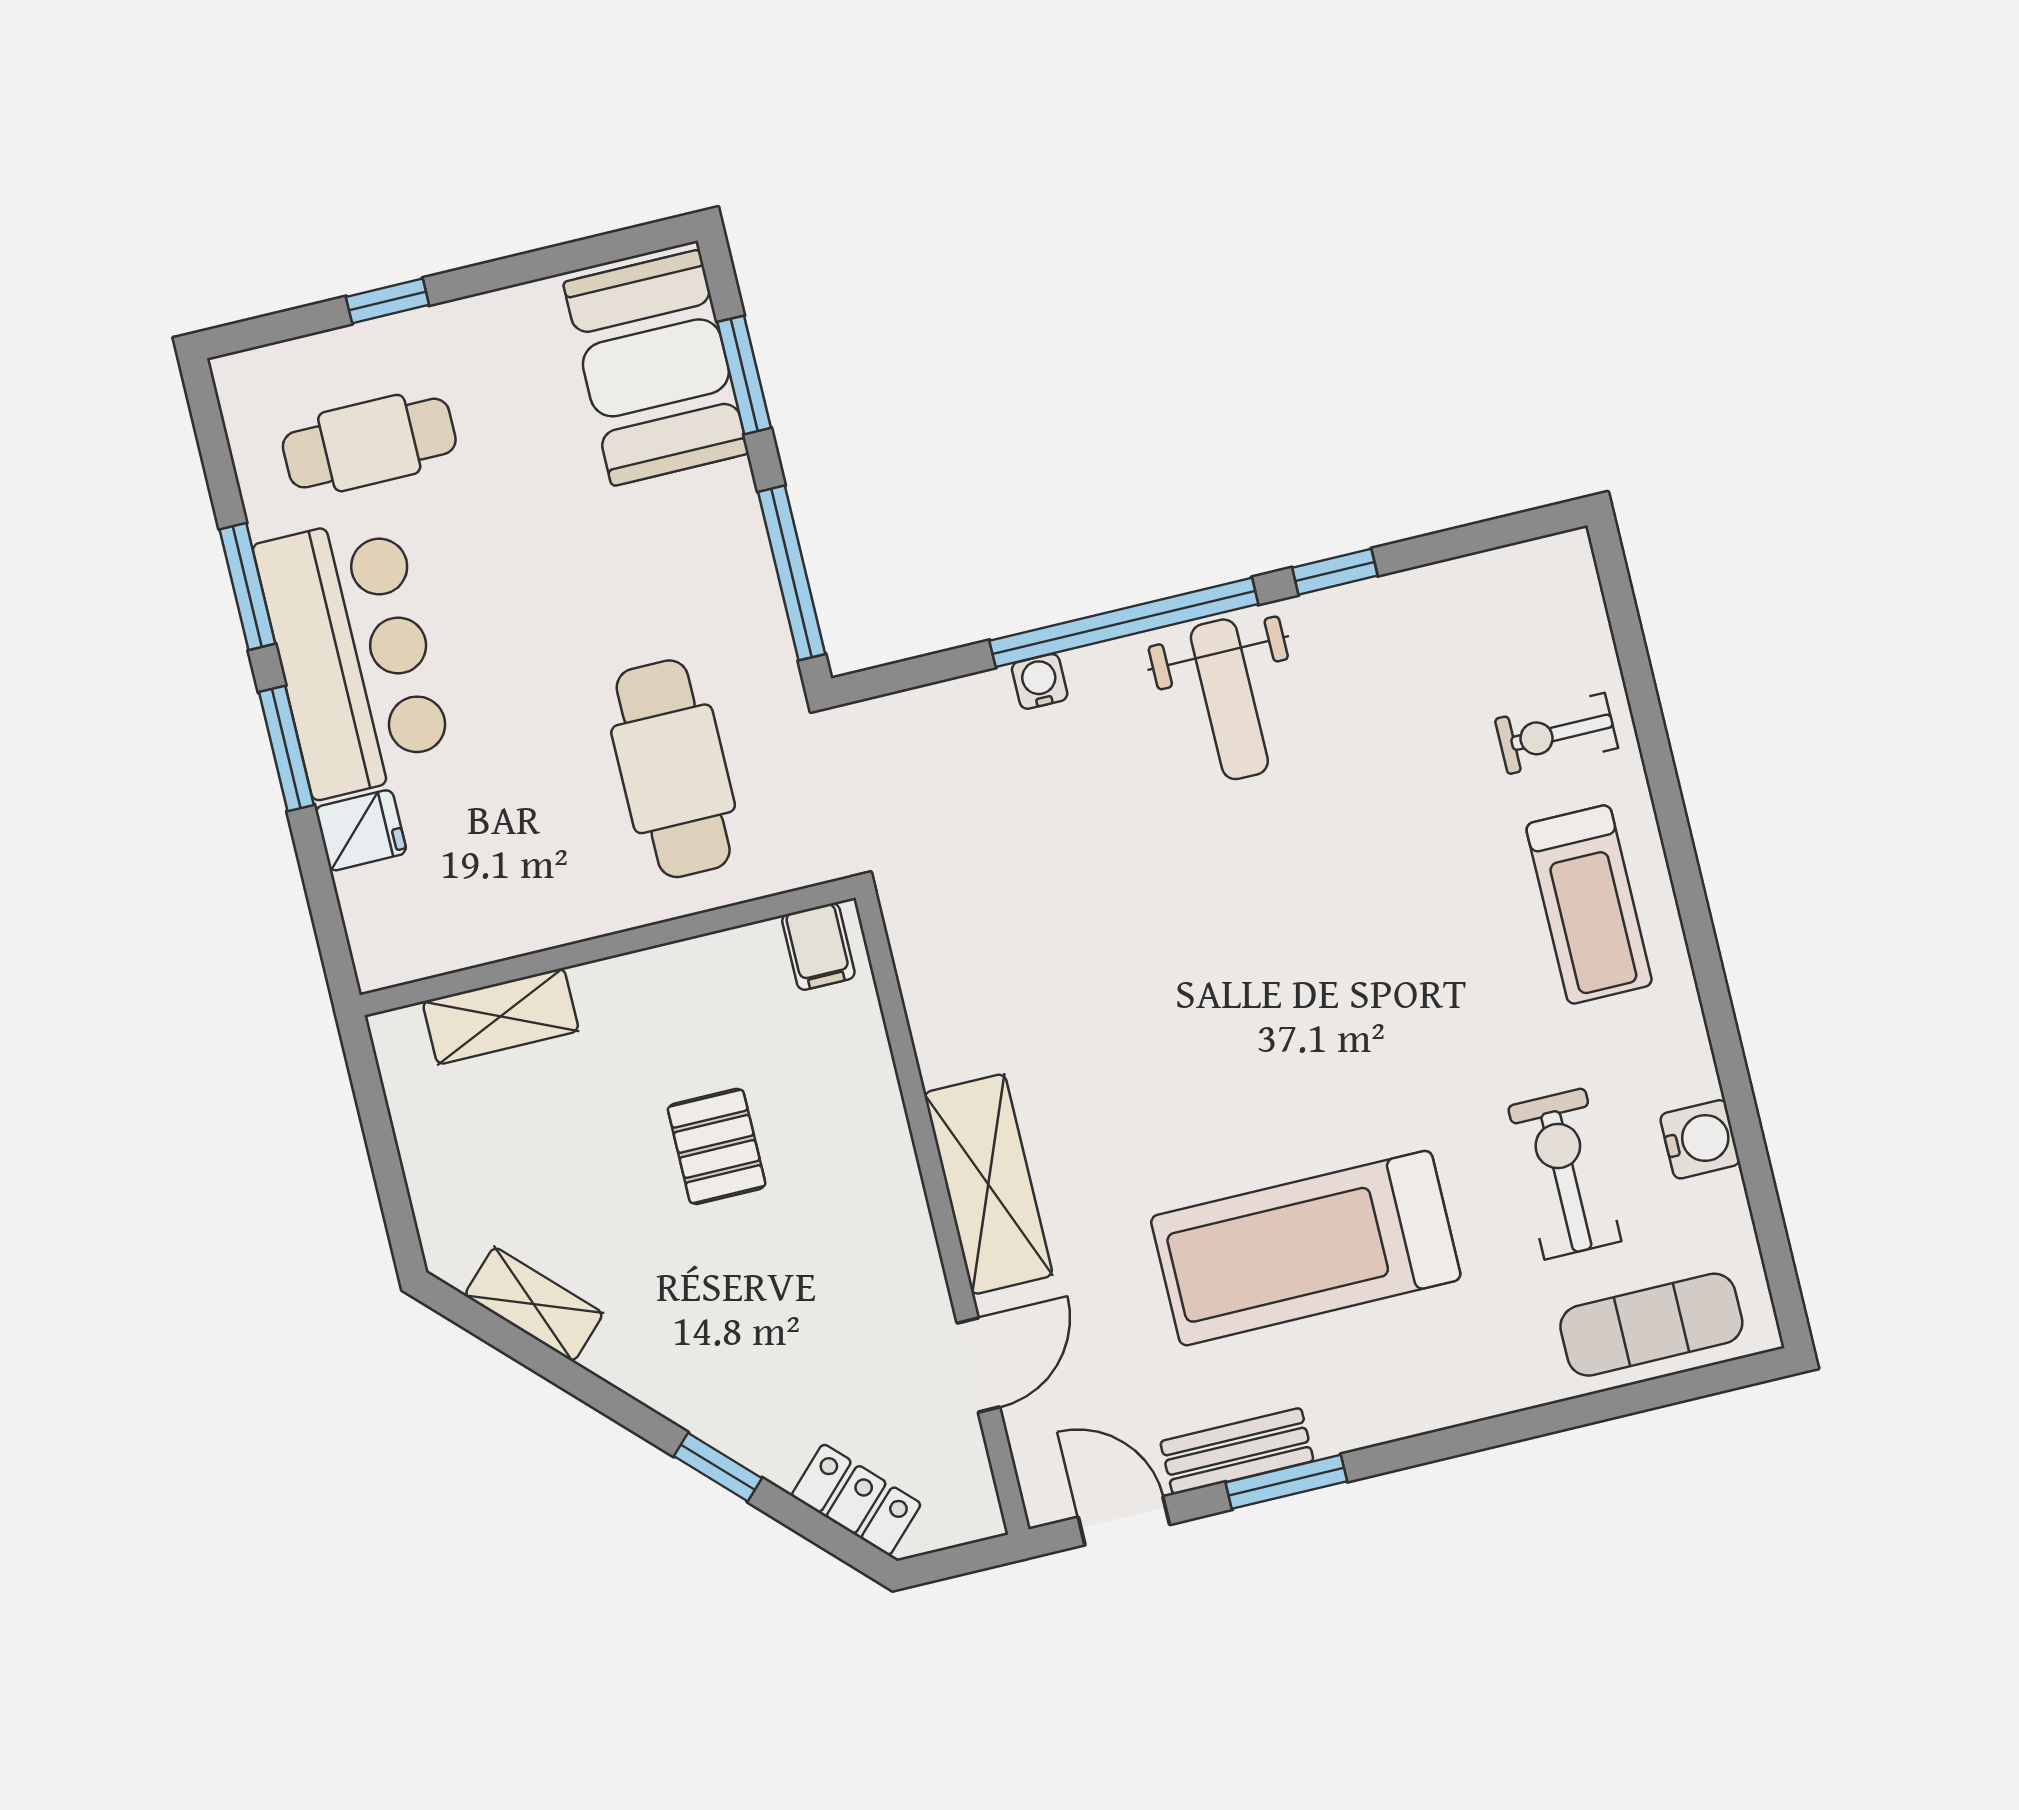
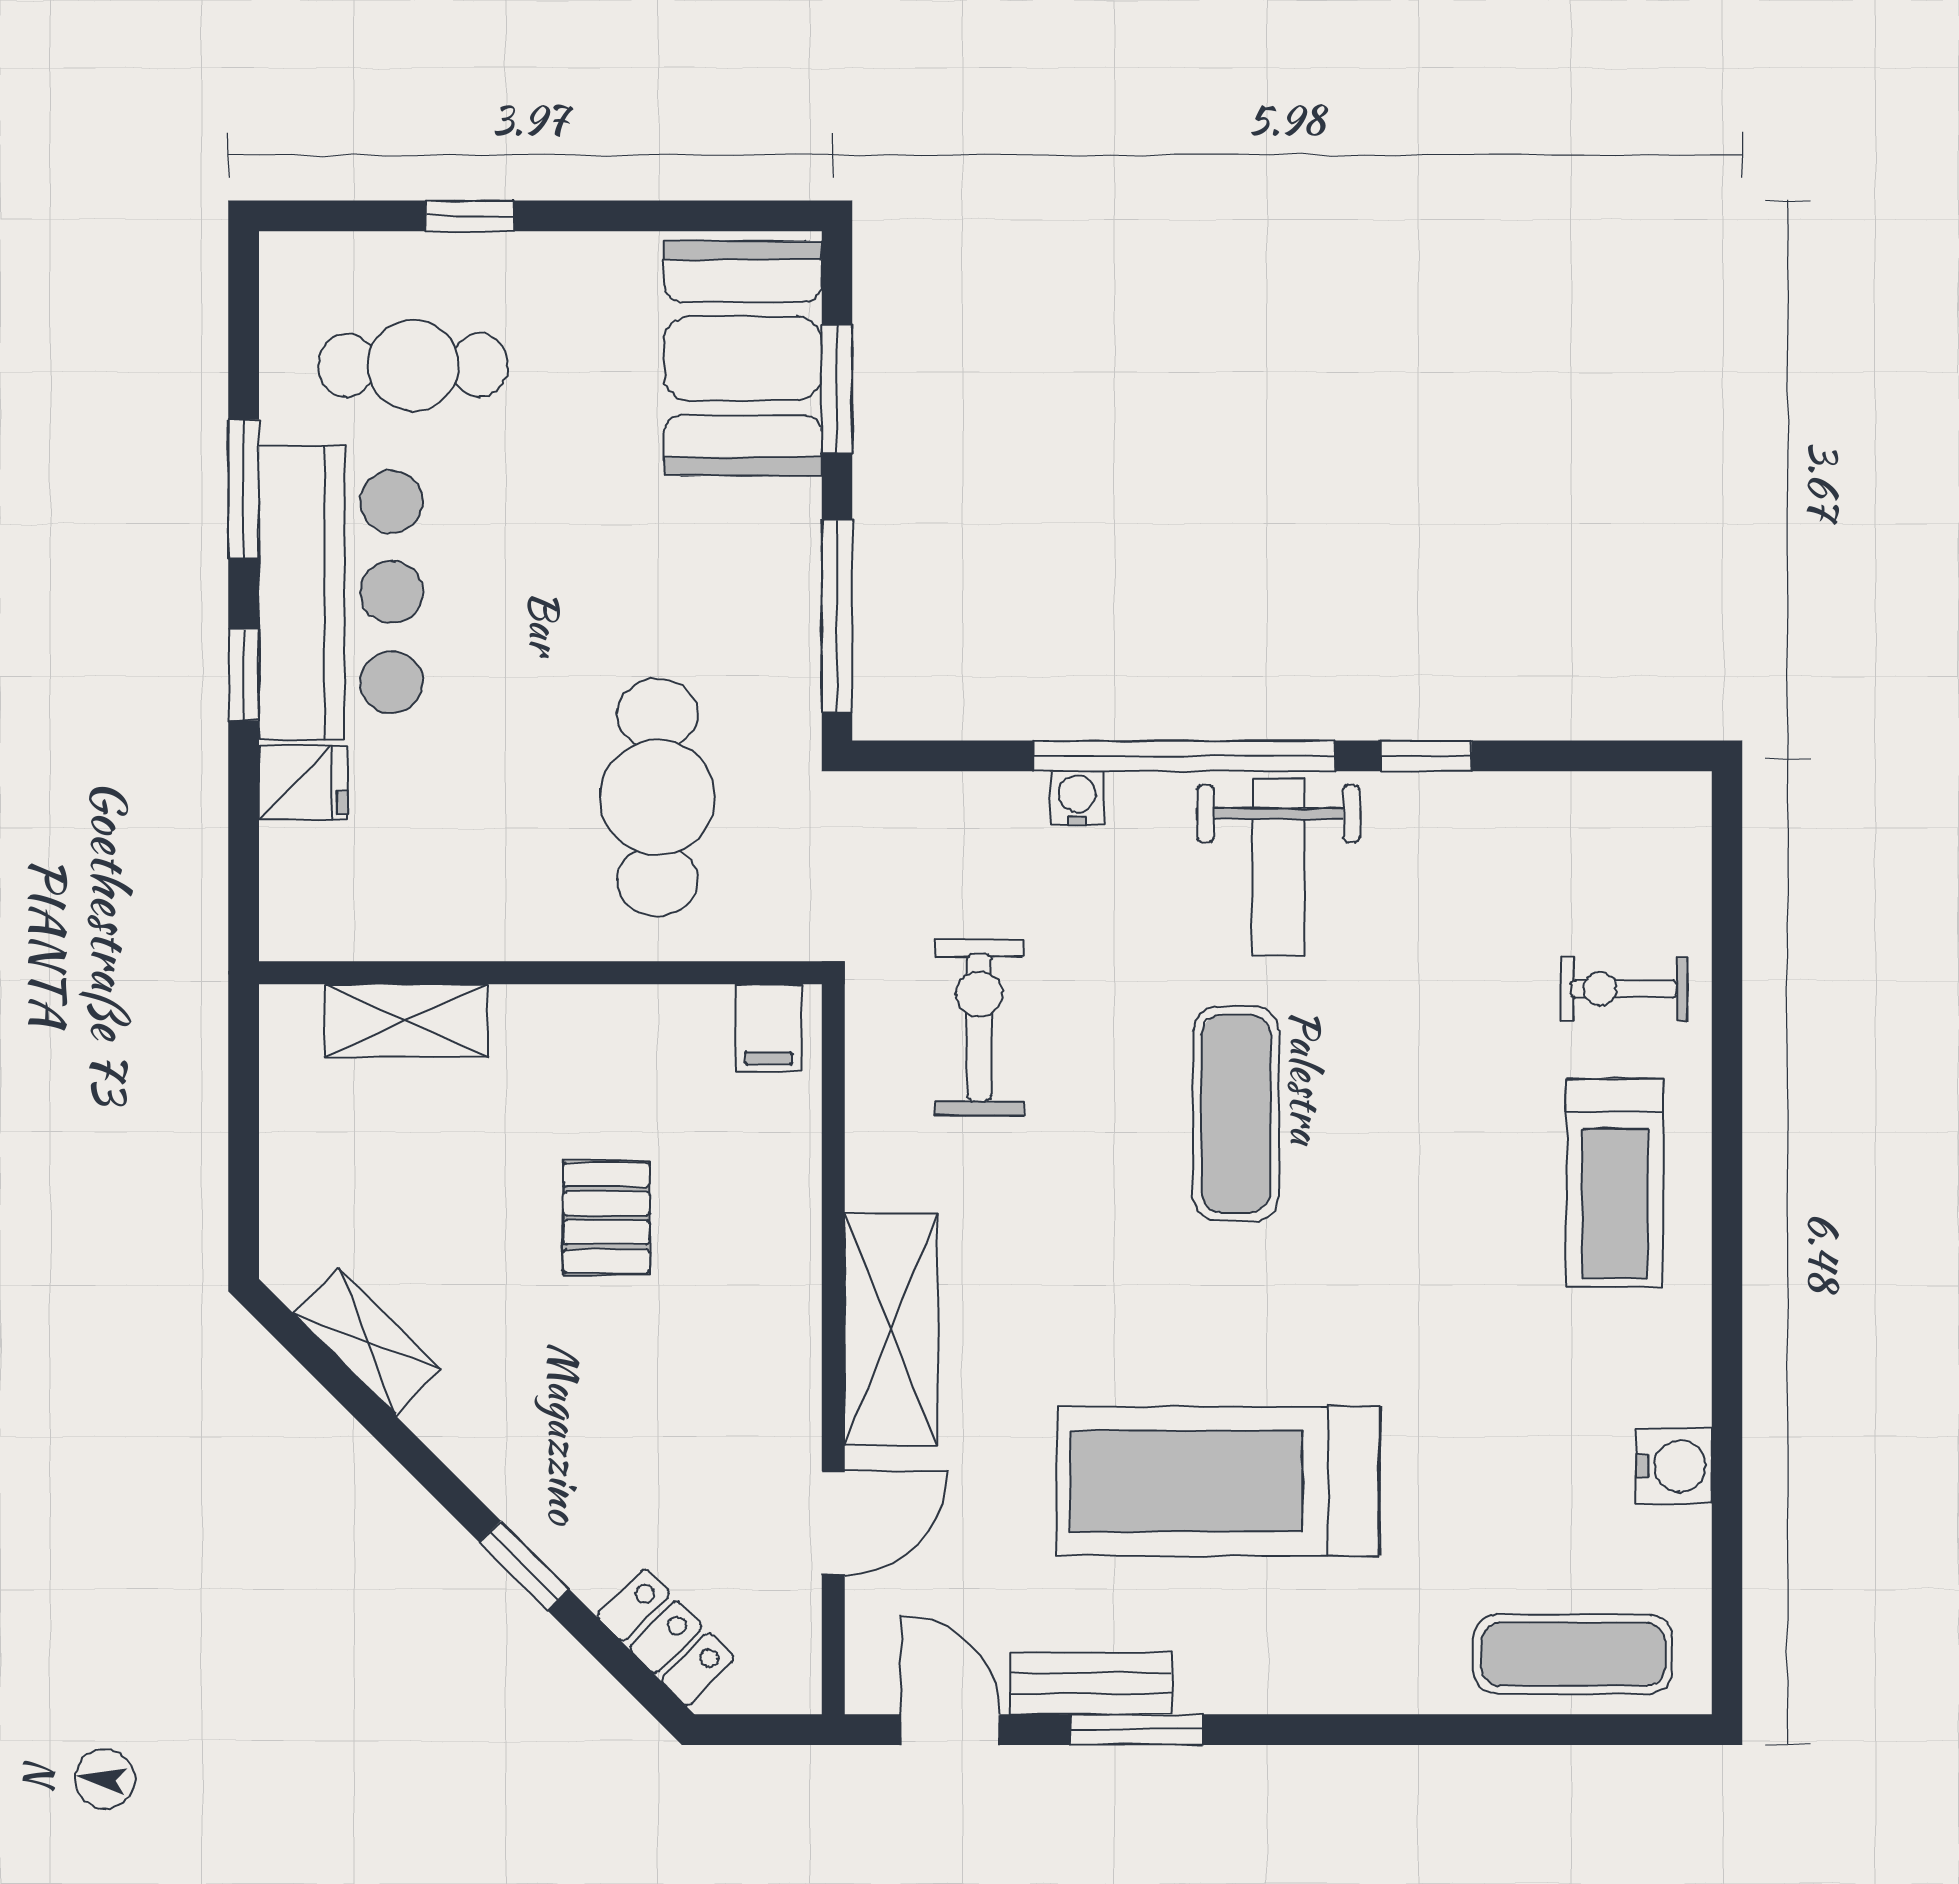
window: (286, 749) -> (244, 675), width x0.67
exercise mat: (1244, 924) -> (1236, 1114), added
exercise bike: (1565, 1174) -> (979, 1027), moved

